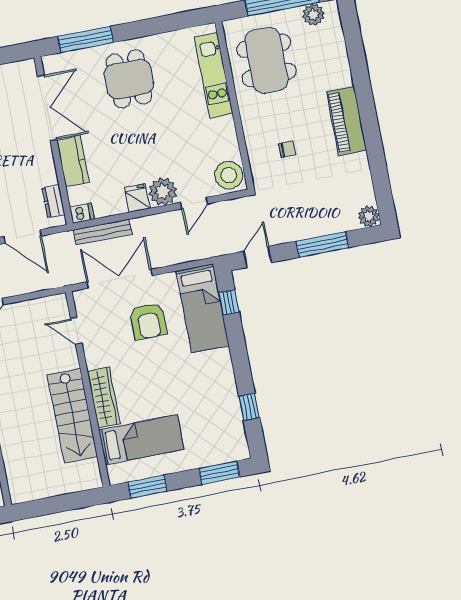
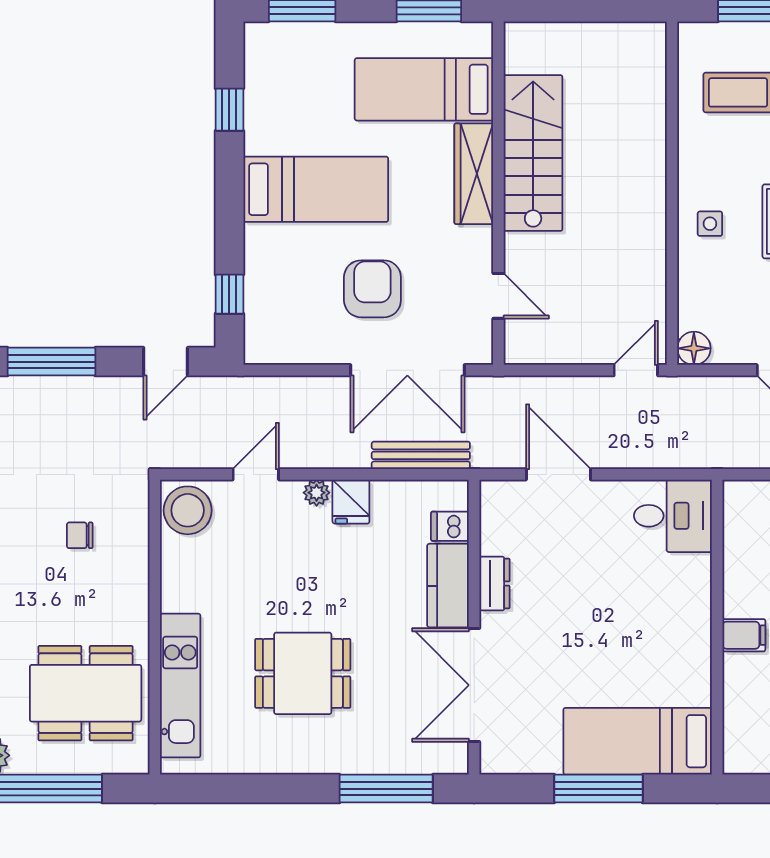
dining table: (266, 60) -> (86, 693), turned 90
dining table: (129, 79) -> (303, 673), moved, turned 90
plant: (163, 192) -> (317, 493), width x0.53, depth x0.53
dresser: (53, 201) -> (495, 584), moved
dishwasher: (82, 213) -> (450, 526), moved
bed: (202, 308) -> (316, 189), moved, turned 90

